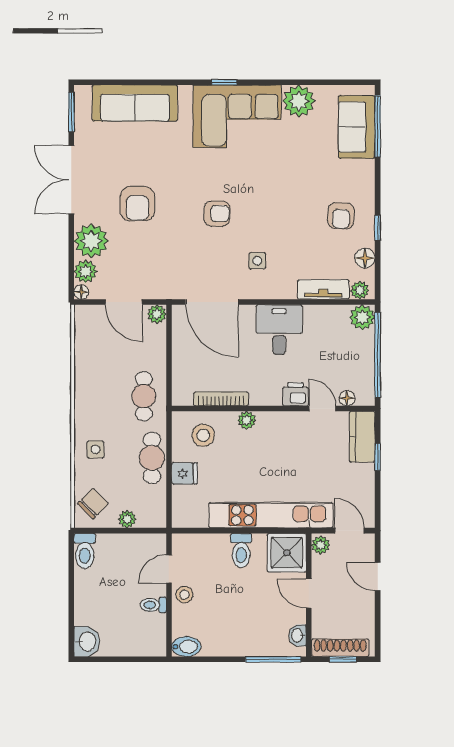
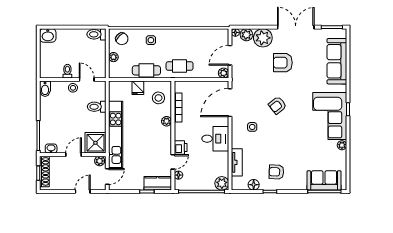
plant: (299, 101) -> (342, 145), width x0.53, depth x0.53
armchair: (217, 214) -> (277, 105), turned 52
plant: (360, 290) -> (236, 182), removed
toilet: (241, 550) -> (97, 107), moved

